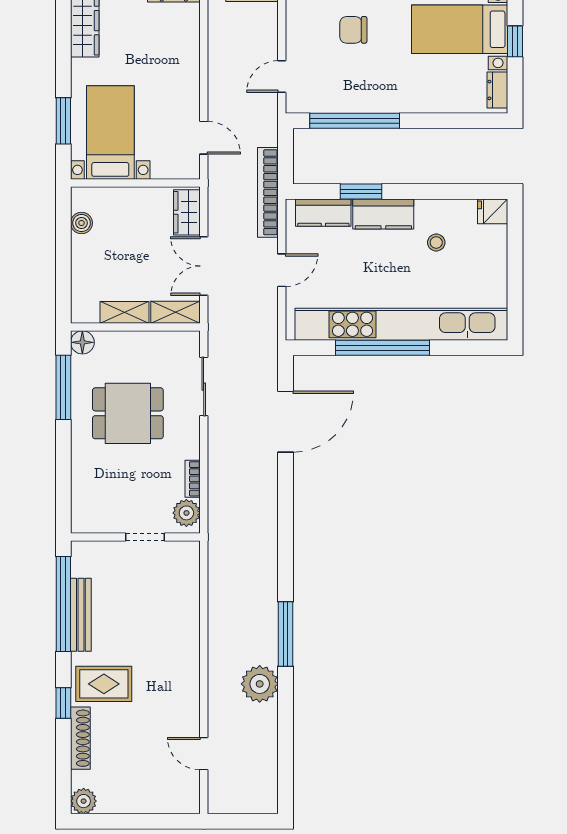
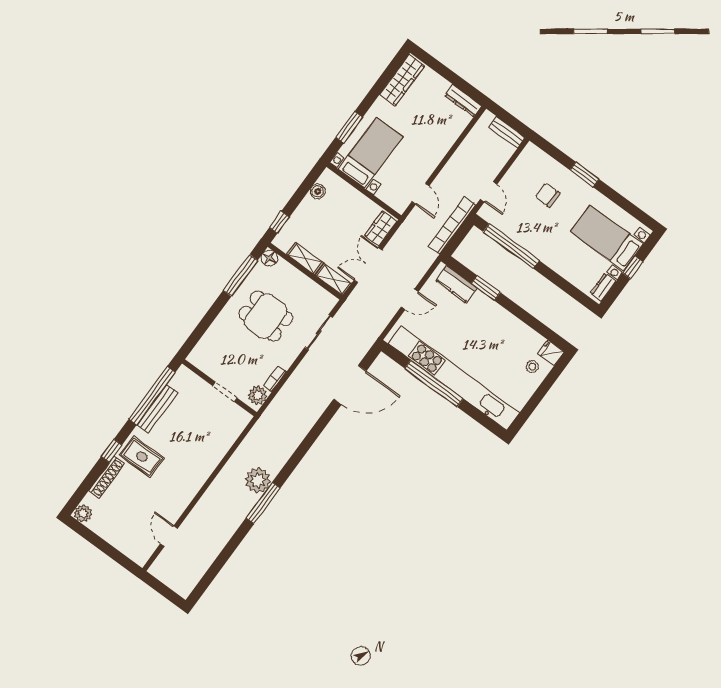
door: (282, 77) -> (489, 192), swing flipped
bookcase: (268, 192) -> (452, 226), moved
kitchen counter: (383, 214) -> (489, 310), removed
stool: (436, 243) -> (532, 367), moved
window: (63, 292) -> (279, 222), added
plant: (260, 684) -> (258, 480), moved

